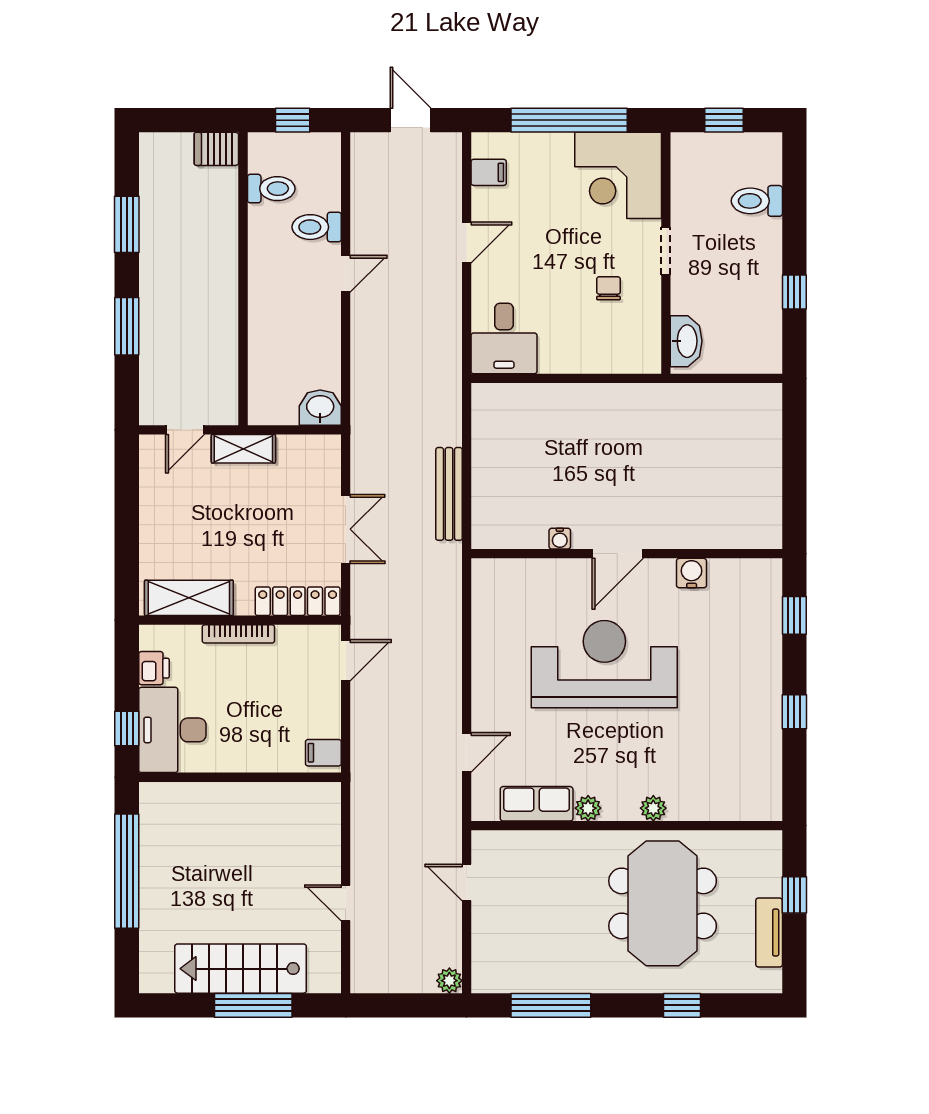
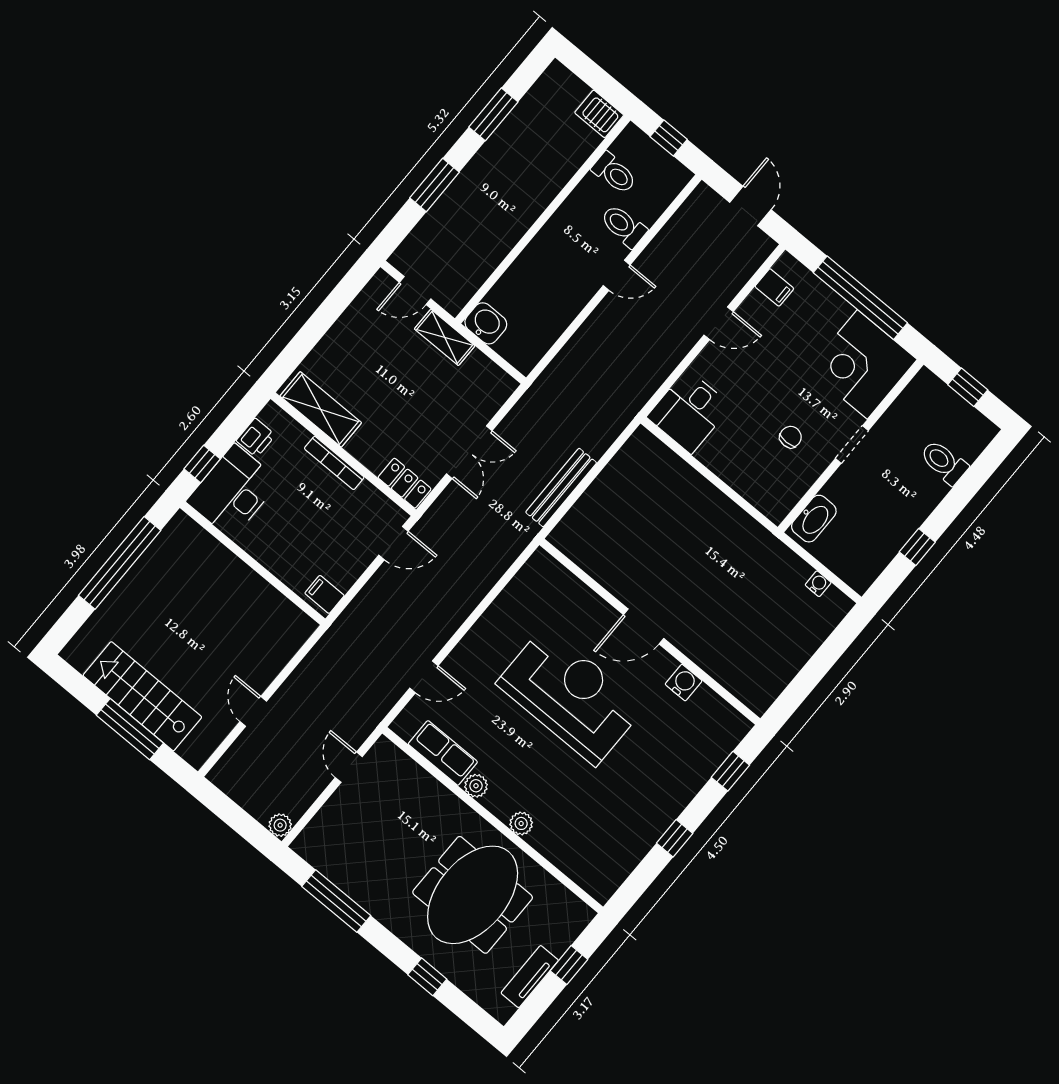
washbasin: (320, 408) -> (486, 323), moved
water cooler: (560, 539) -> (818, 584), moved, turned 180
locker: (298, 601) -> (405, 483), width x0.66

